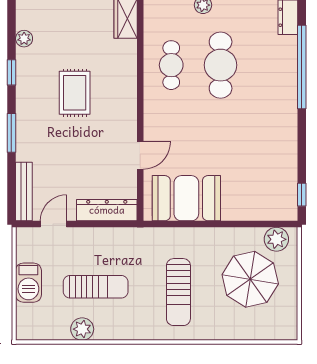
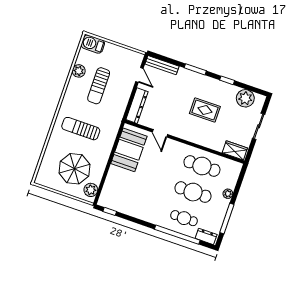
plant: (24, 39) -> (245, 98), width x1.88, depth x1.88
cafe table: (171, 65) -> (202, 166), width x1.37, depth x1.35
cafe table: (270, 65) -> (184, 218), added
barbecue: (28, 283) -> (93, 44), moved

